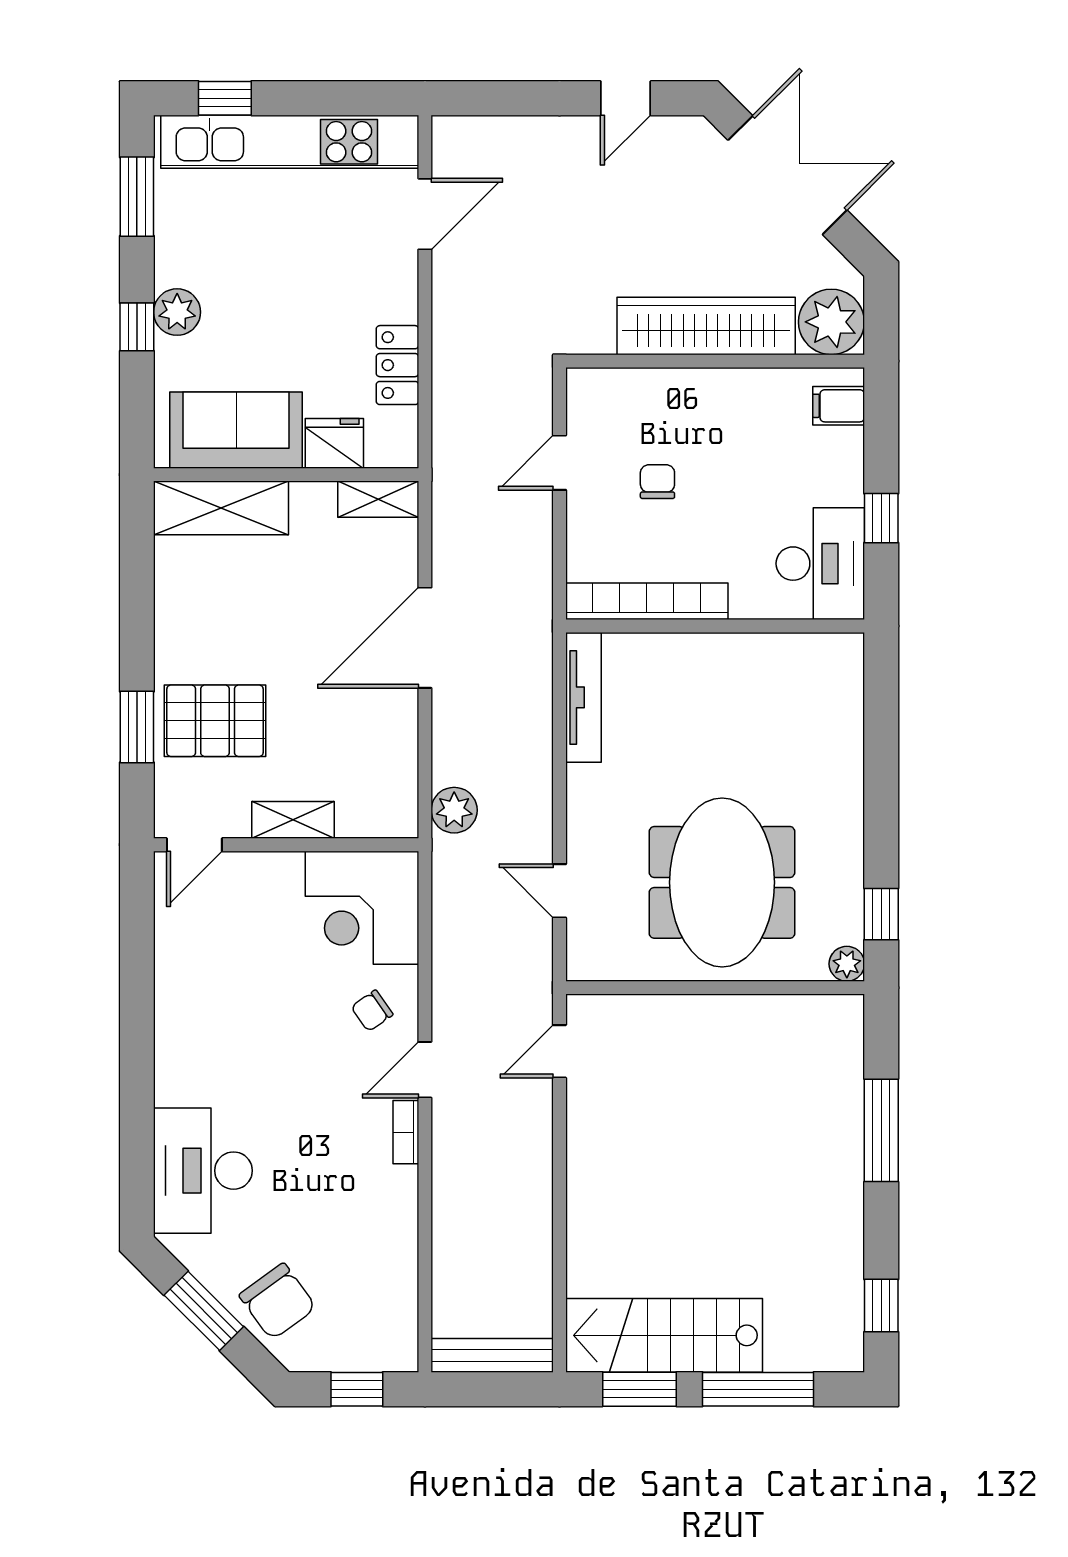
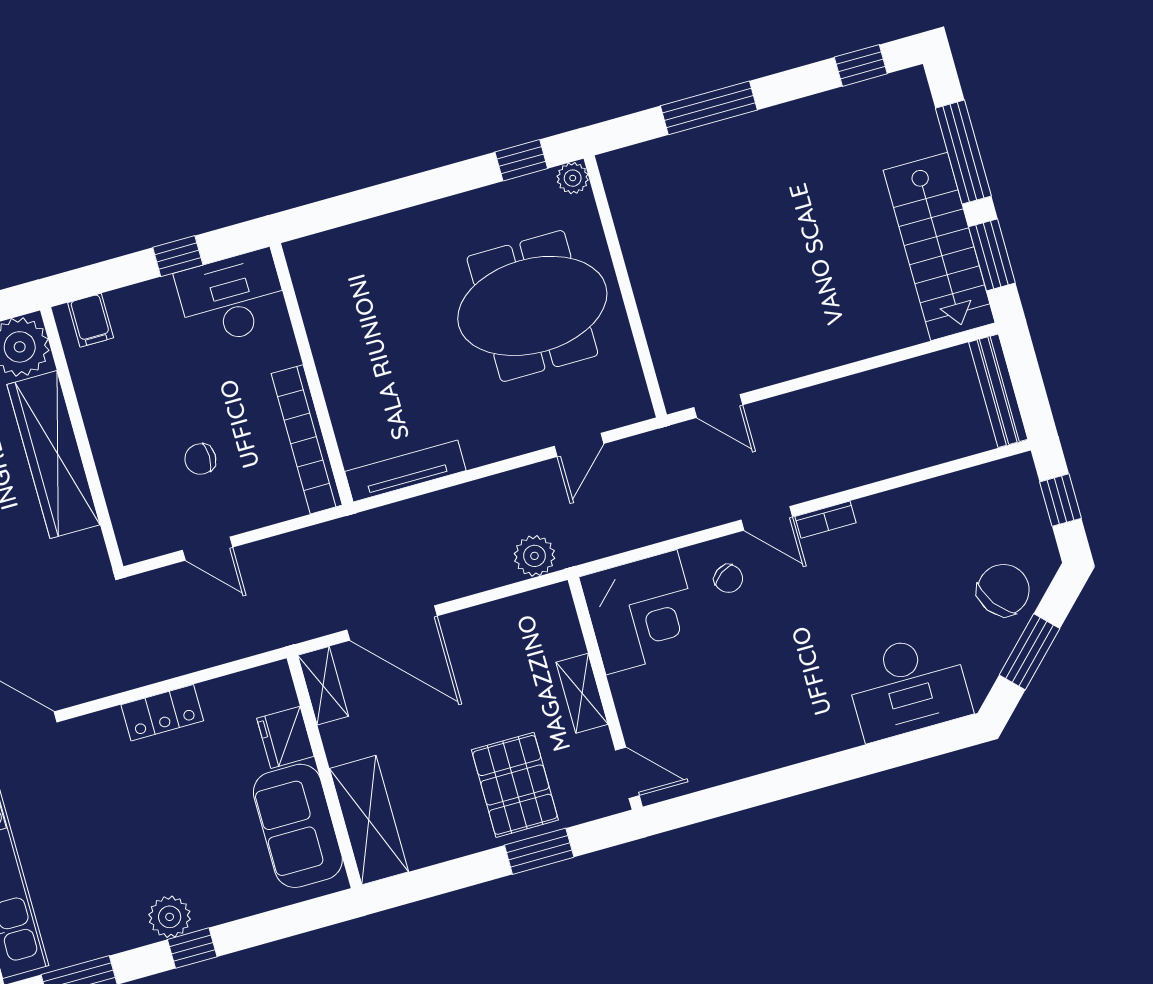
sofa: (236, 430) -> (298, 826), moved
fridge: (334, 443) -> (285, 737), moved
wall: (286, 475) -> (324, 772), moved
shelving: (378, 499) -> (323, 686), moved
shelving: (221, 508) -> (369, 820), moved

